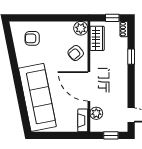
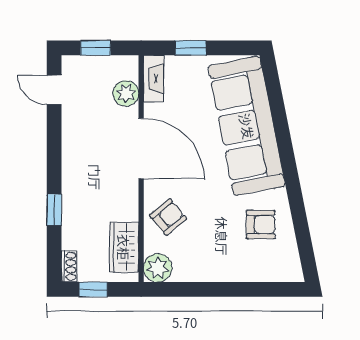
armchair: (32, 38) -> (261, 225), moved
window: (65, 135) -> (191, 48), added

